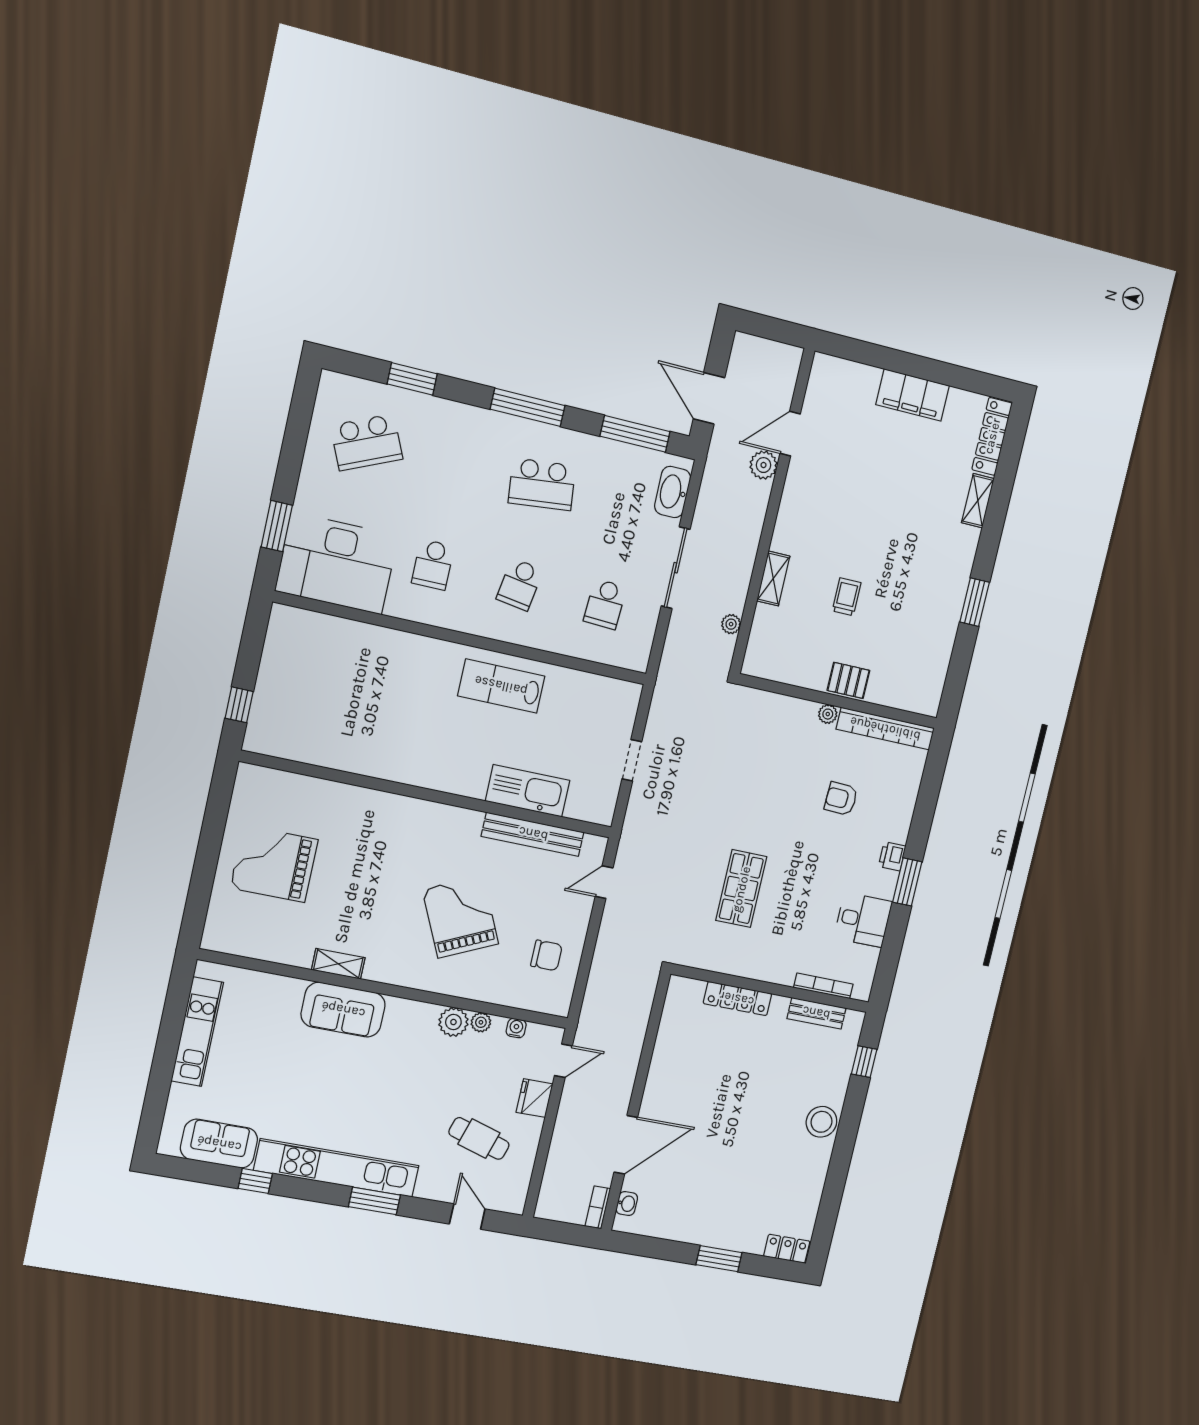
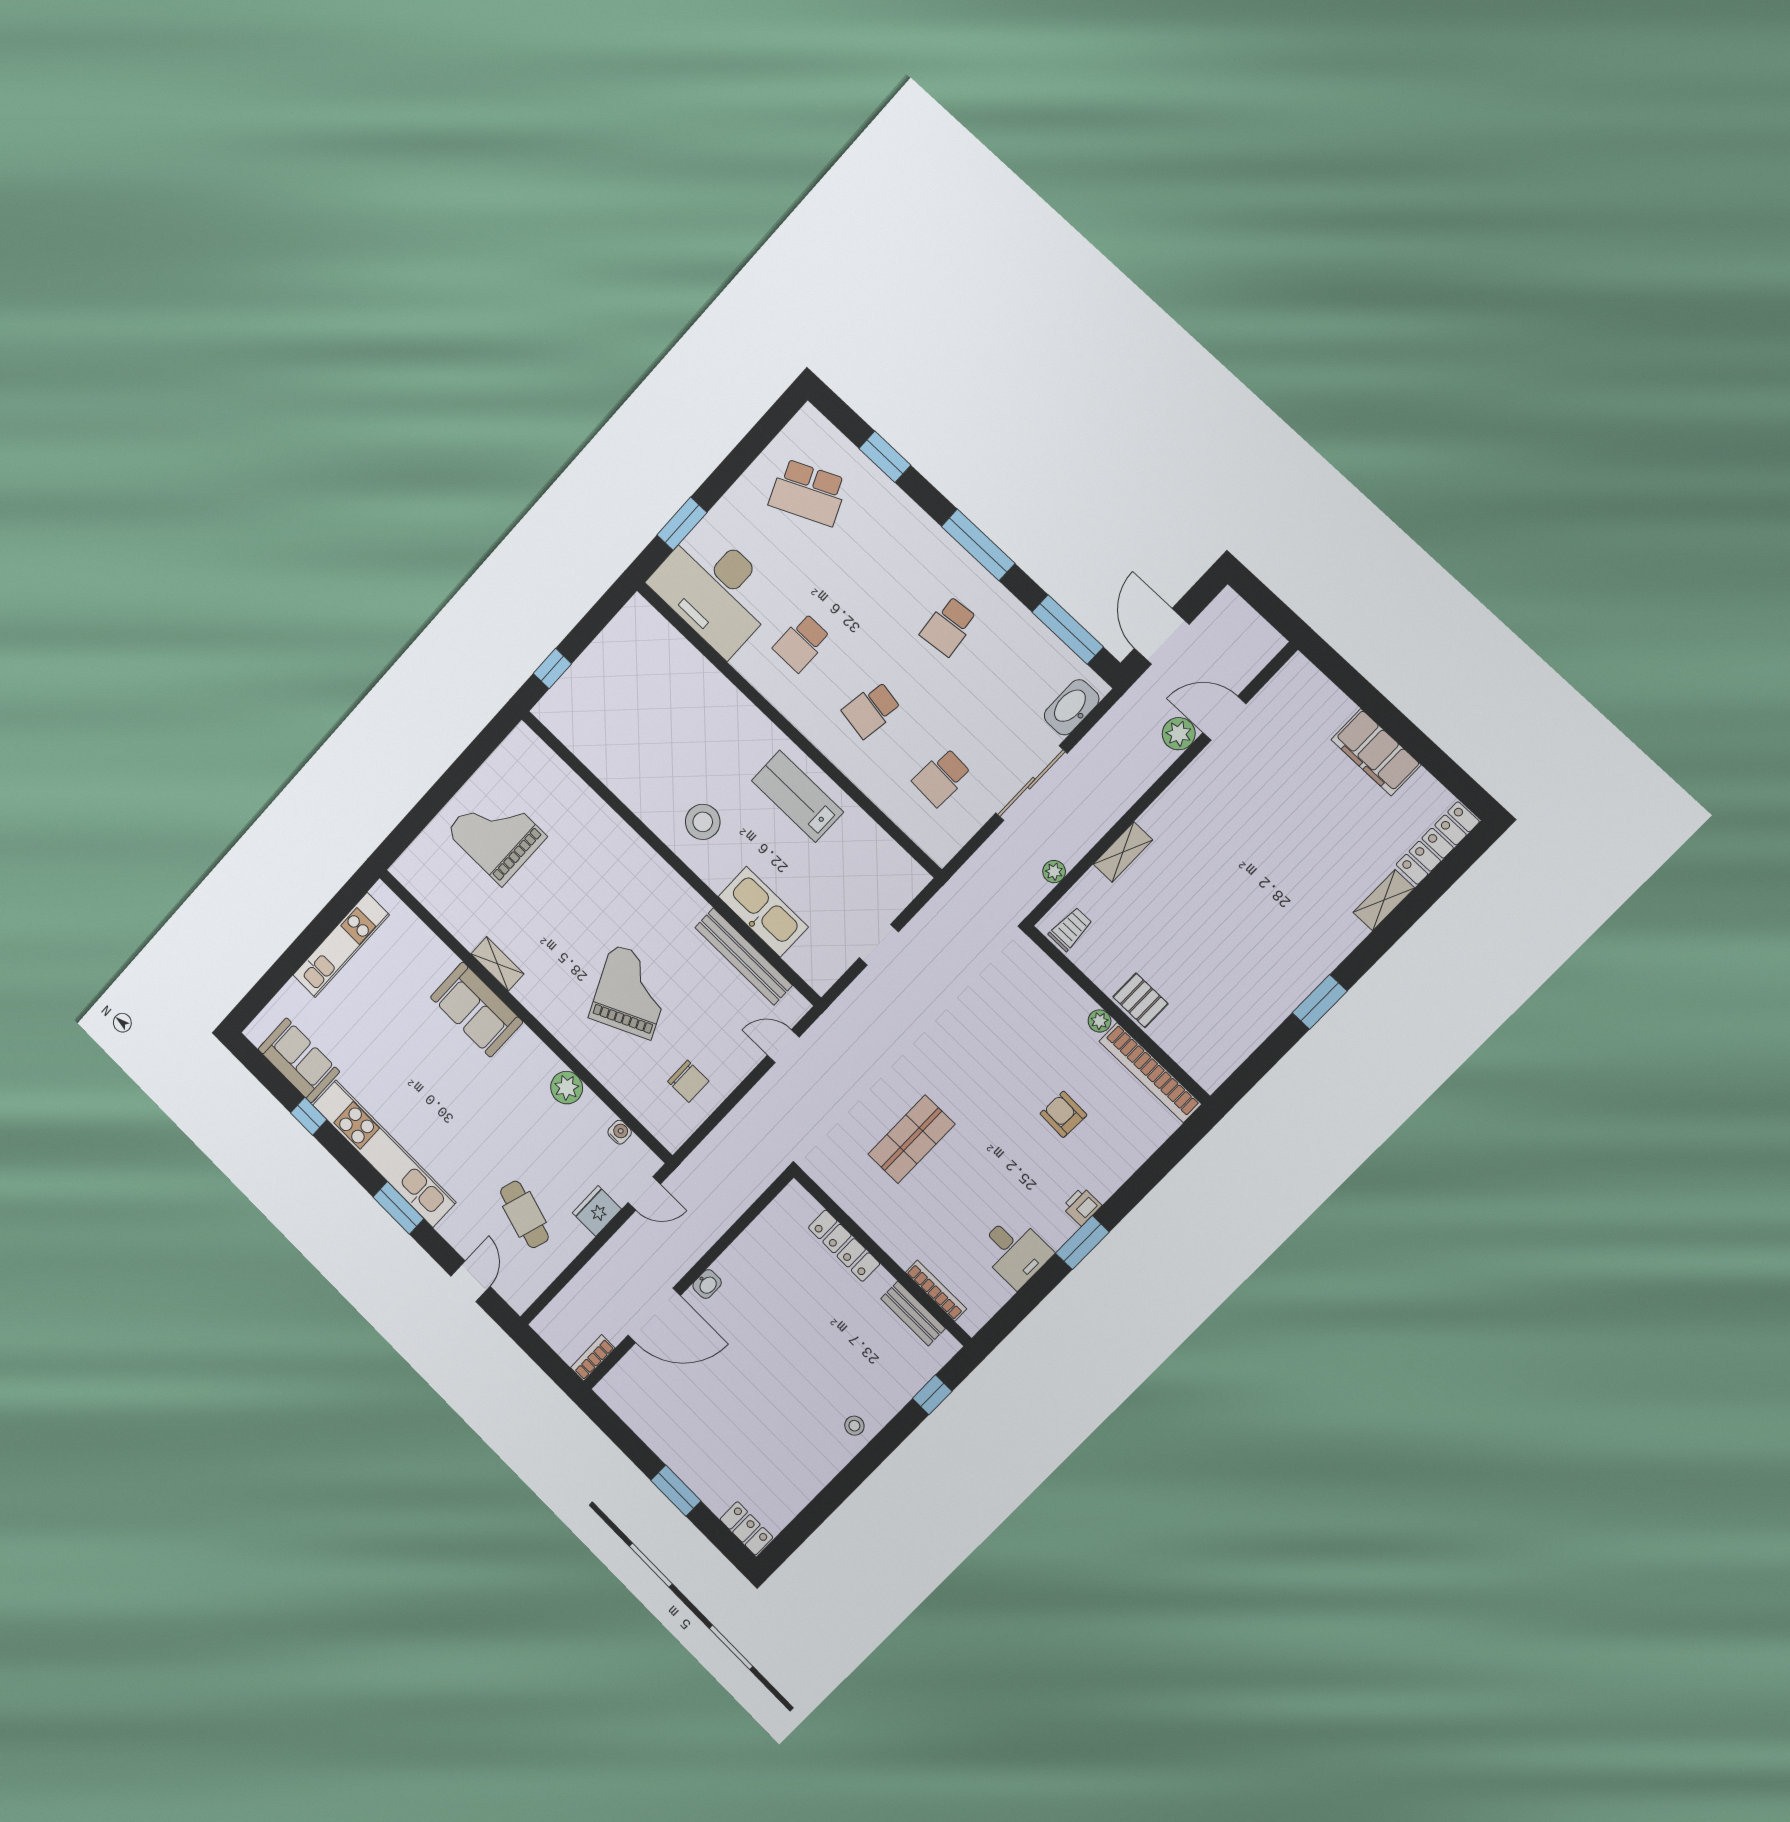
school desk: (542, 484) -> (949, 626), width x0.54
trolley: (847, 597) -> (1070, 929), moved
stool: (438, 751) -> (703, 822), added
plant: (481, 1022) -> (591, 1105), removed
stool: (821, 1122) -> (854, 1426), width x0.53, depth x0.53
washbasin: (627, 1204) -> (707, 1284), moved

